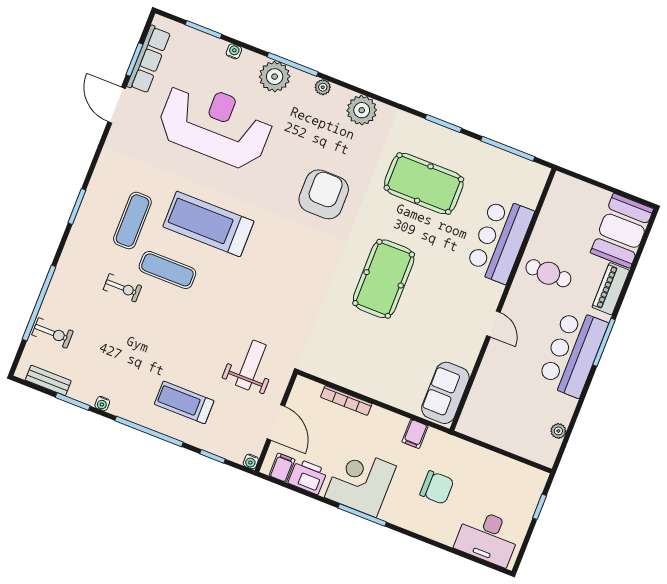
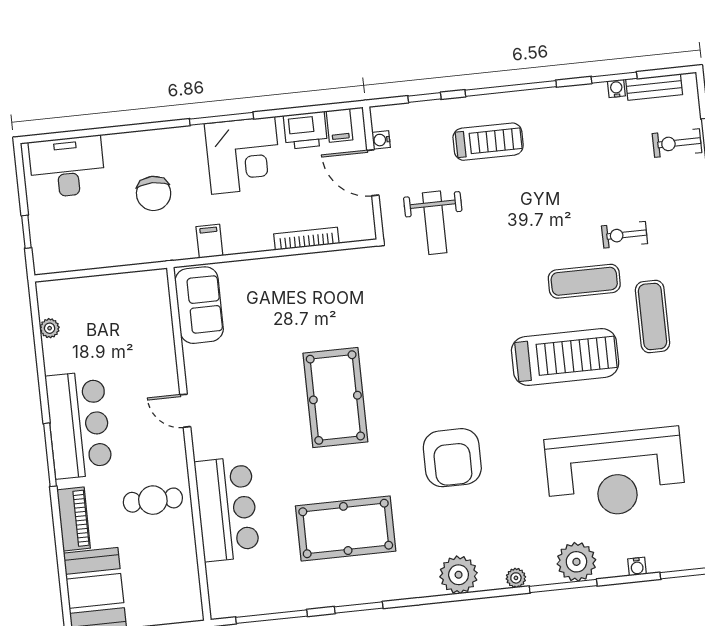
water cooler: (102, 404) -> (616, 89), moved
water cooler: (251, 462) -> (381, 140), moved, turned -90
chair: (437, 487) -> (154, 193), turned -90

